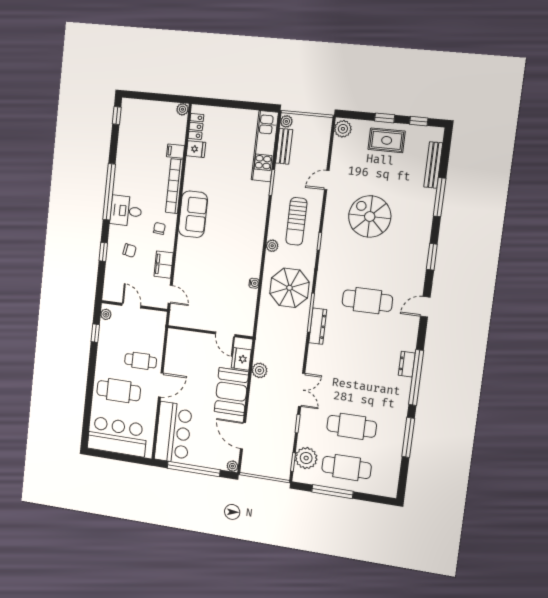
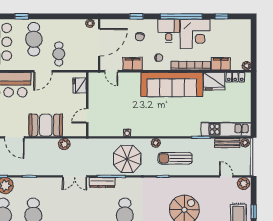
window: (117, 116) -> (221, 16), moved
fridge: (196, 149) -> (214, 81), width x1.88, depth x1.34
filing cabinet: (175, 151) -> (221, 64), width x2.00
corner desk: (133, 176) -> (195, 34), added
door: (327, 180) -> (226, 176), moved
sofa: (193, 214) -> (172, 85), width x1.85, depth x1.27
door: (170, 294) -> (111, 71), hinge flipped
door: (131, 306) -> (99, 42), width x1.87
window: (95, 333) -> (22, 16), moved
fridge: (241, 359) -> (79, 86), moved, turned -90
door: (161, 385) -> (43, 71), hinge flipped
double door: (302, 390) -> (75, 176), moved
door: (243, 436) -> (14, 137), swing flipped

